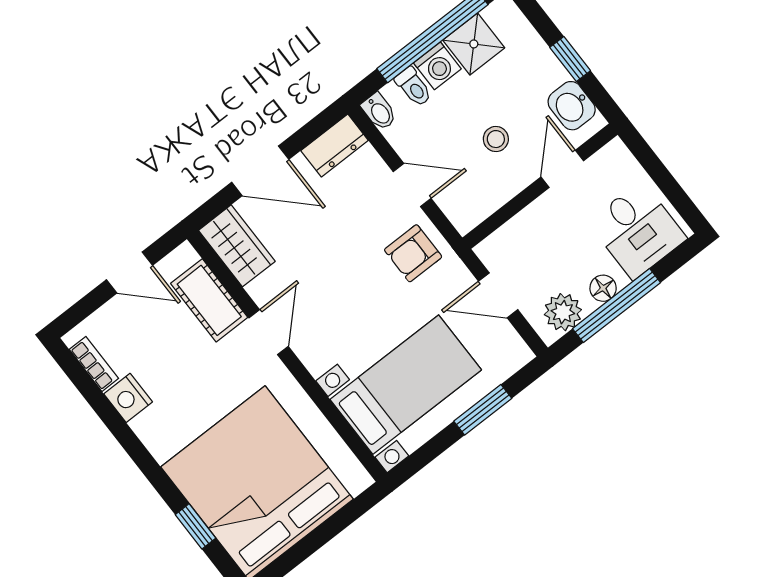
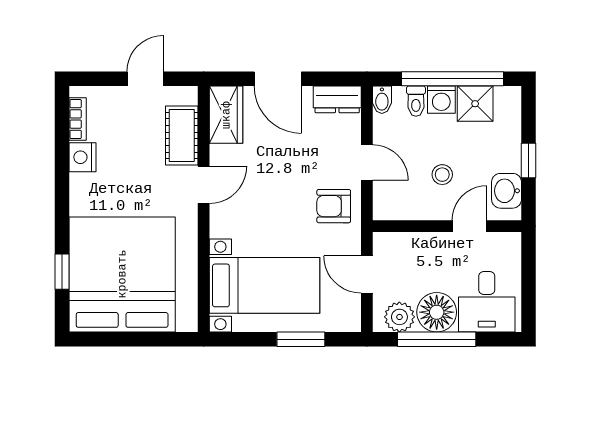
door: (130, 273) -> (145, 79), swing flipped
floor lamp: (603, 288) -> (437, 312), width x1.89, depth x1.89

